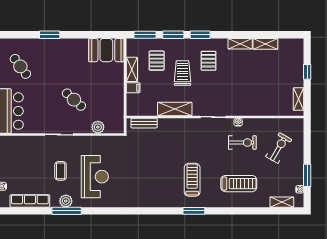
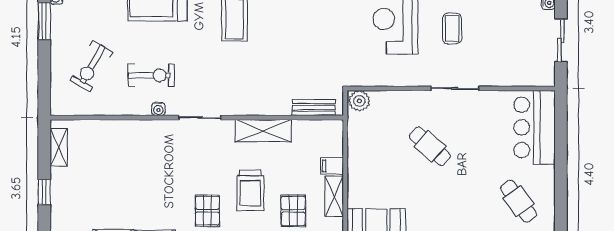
plant: (98, 127) -> (359, 101), moved
exercise bike: (242, 143) -> (151, 75), turned 180

